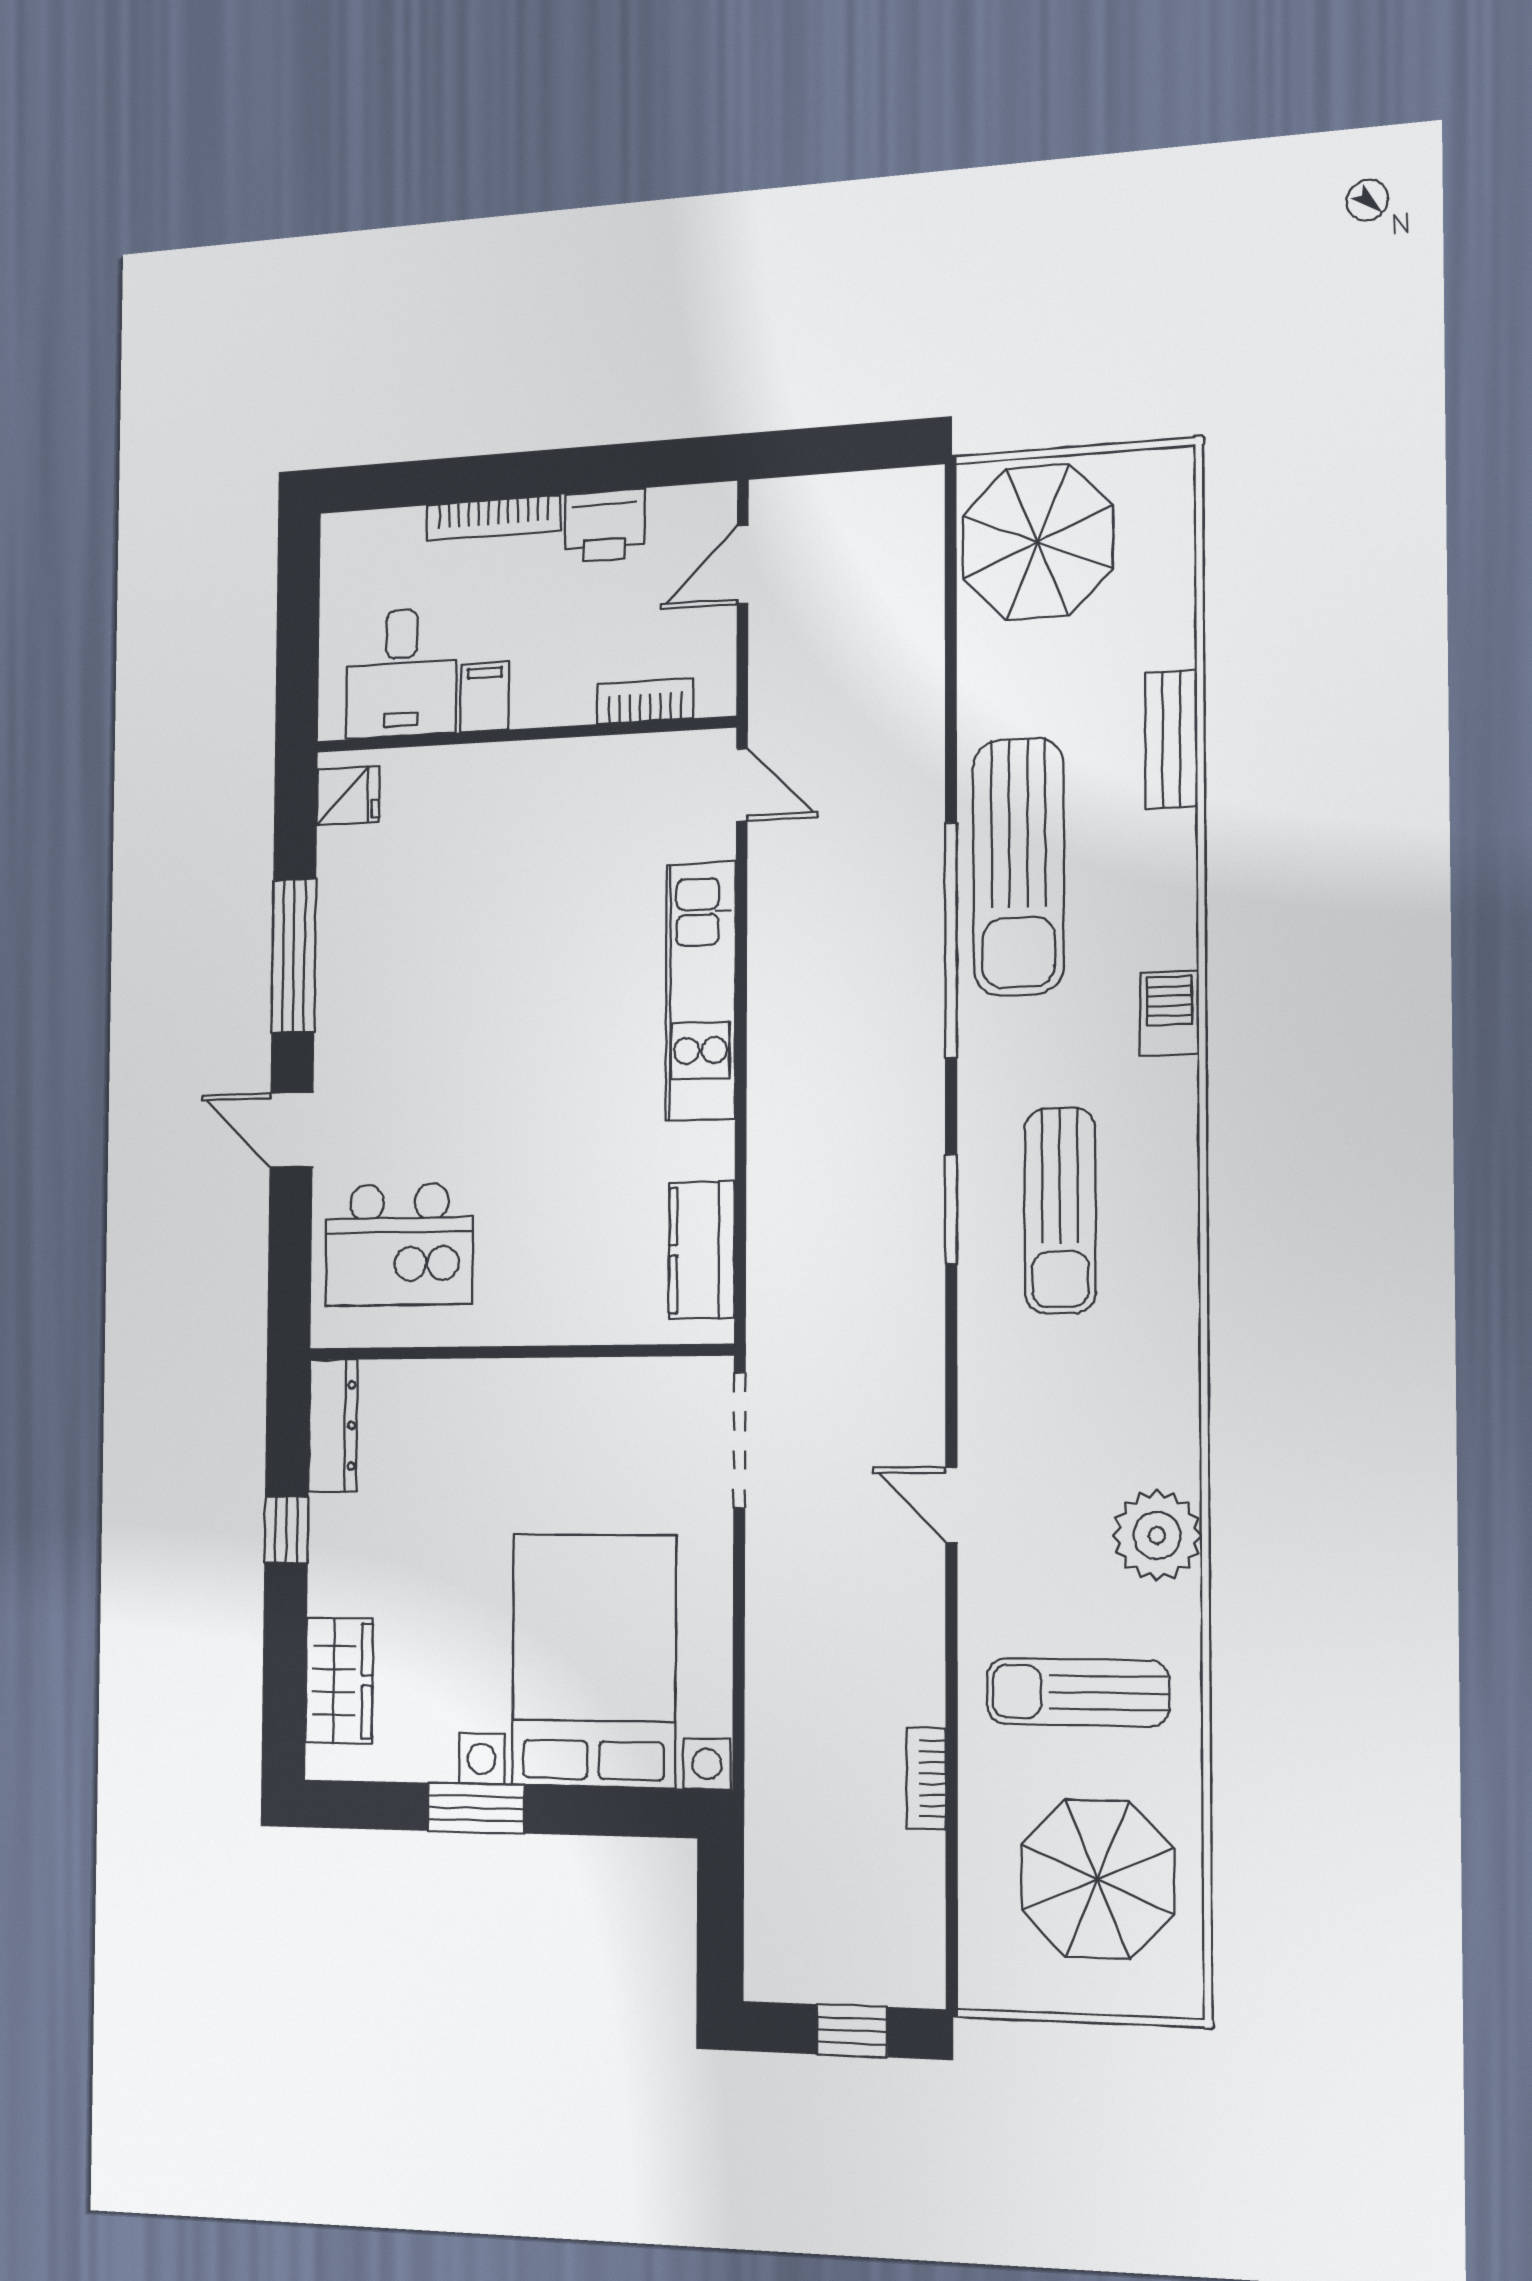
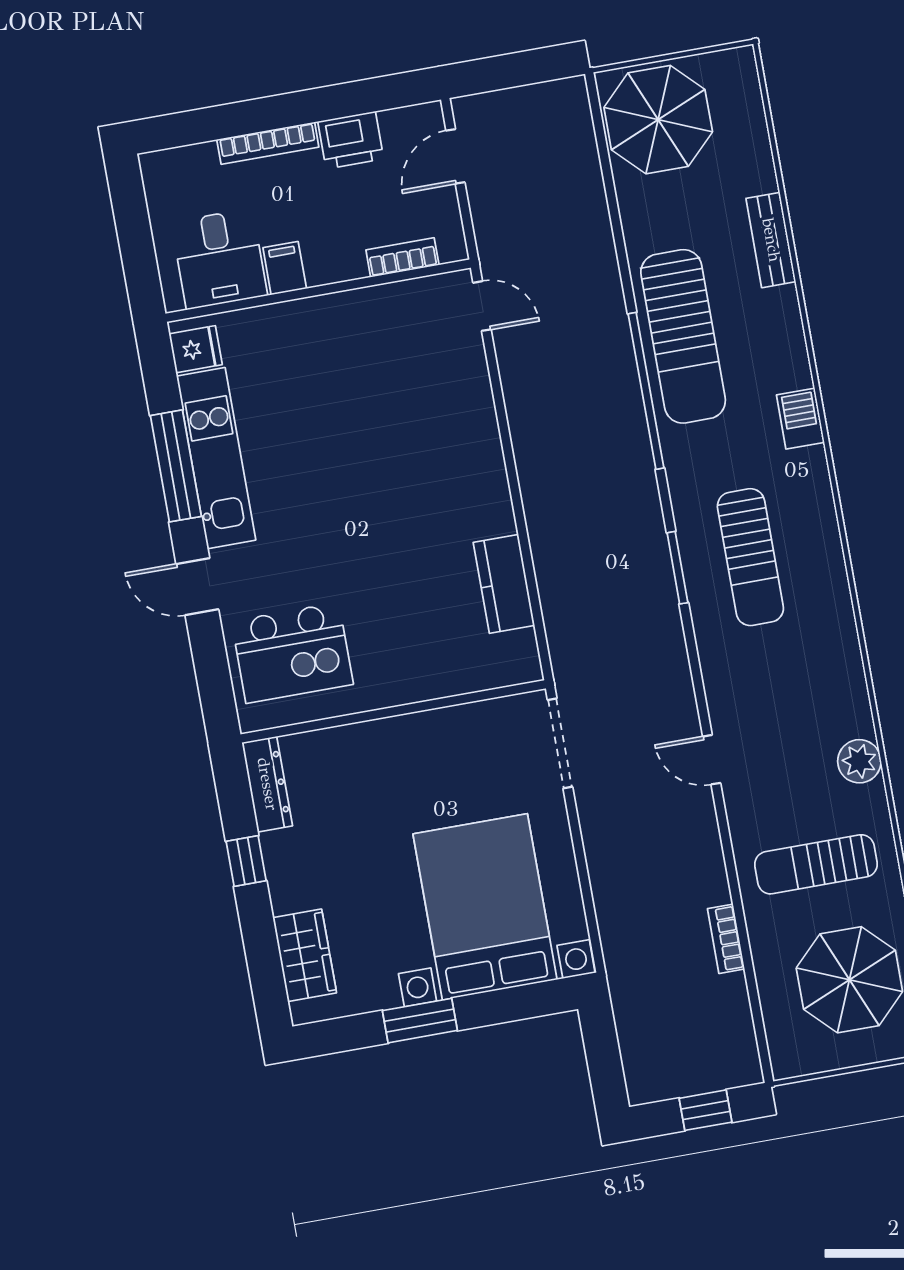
kitchen unit: (701, 991) -> (216, 458), moved, turned 180
kitchen counter: (702, 1250) -> (504, 584), moved
plant: (1157, 1535) -> (859, 761), width x0.73, depth x0.73

